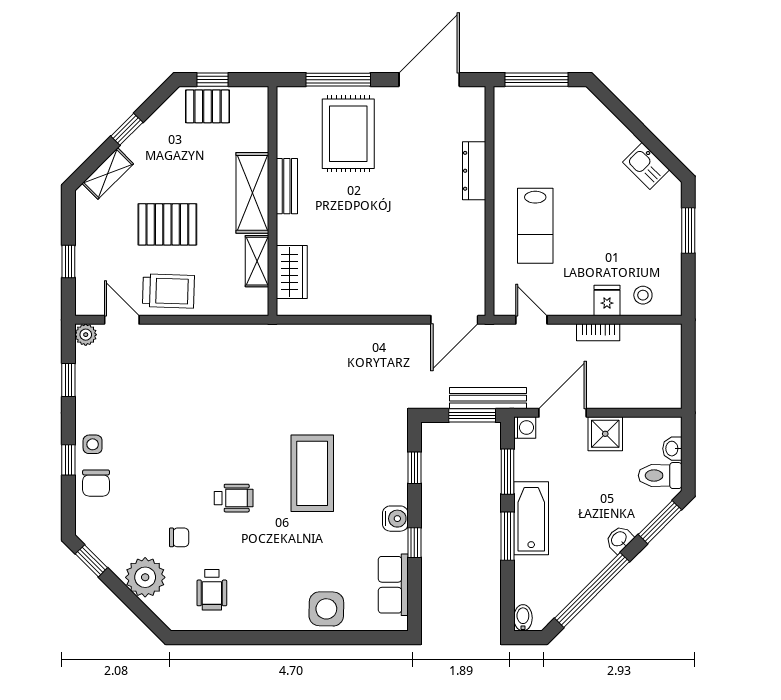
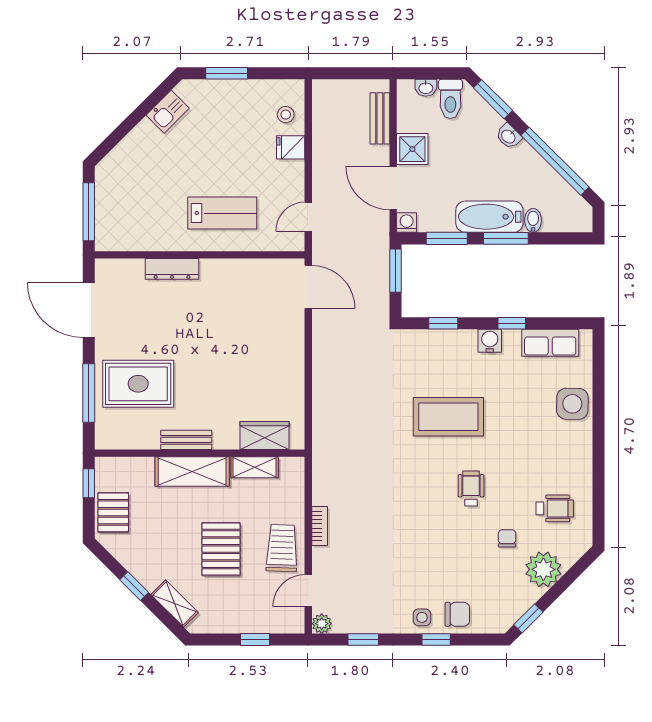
window: (213, 80) -> (89, 483), moved
bookcase: (598, 332) -> (320, 526), moved
bench: (488, 398) -> (380, 118), moved, width x0.73
bidet: (523, 618) -> (533, 220), moved, turned 90

